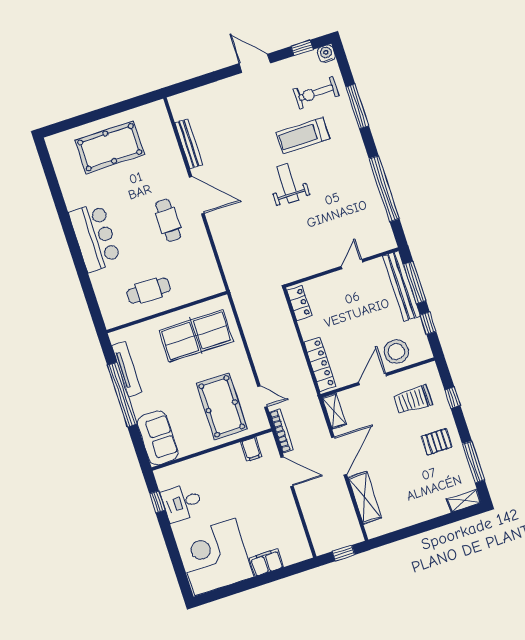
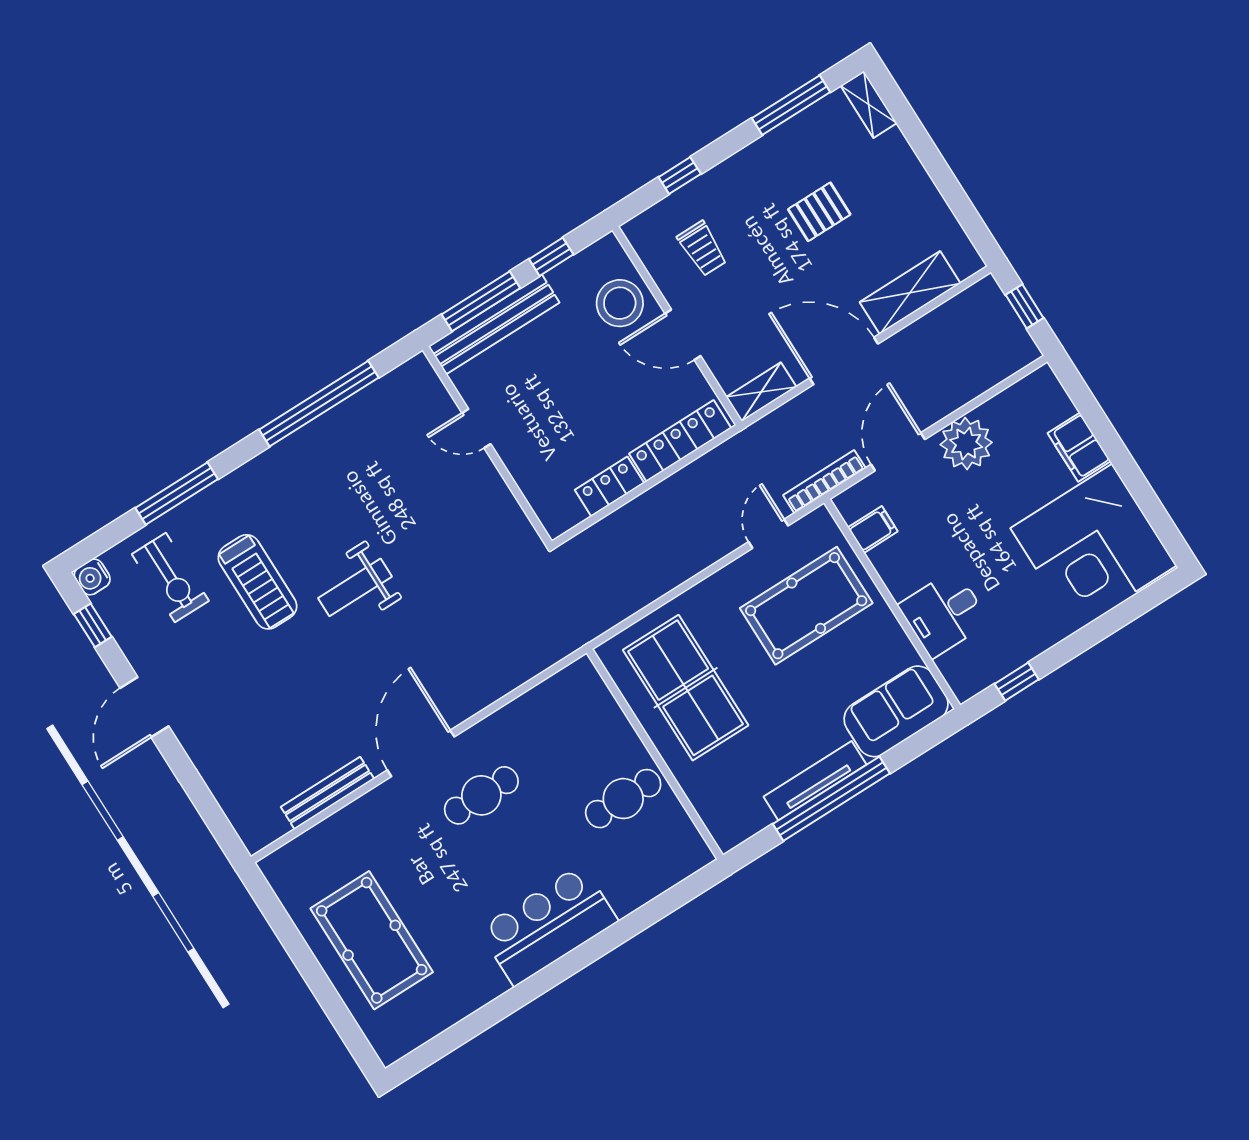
cafe table: (149, 291) -> (623, 799), turned 90
locker: (299, 303) -> (609, 487), moved
tv unit: (127, 369) -> (815, 781), moved
trolley: (413, 400) -> (702, 249), width x0.73, depth x0.72
pallet: (437, 442) -> (819, 212), moved, turned 90
desk: (182, 503) -> (944, 614), moved, turned 90
plant: (282, 507) -> (966, 444), added

